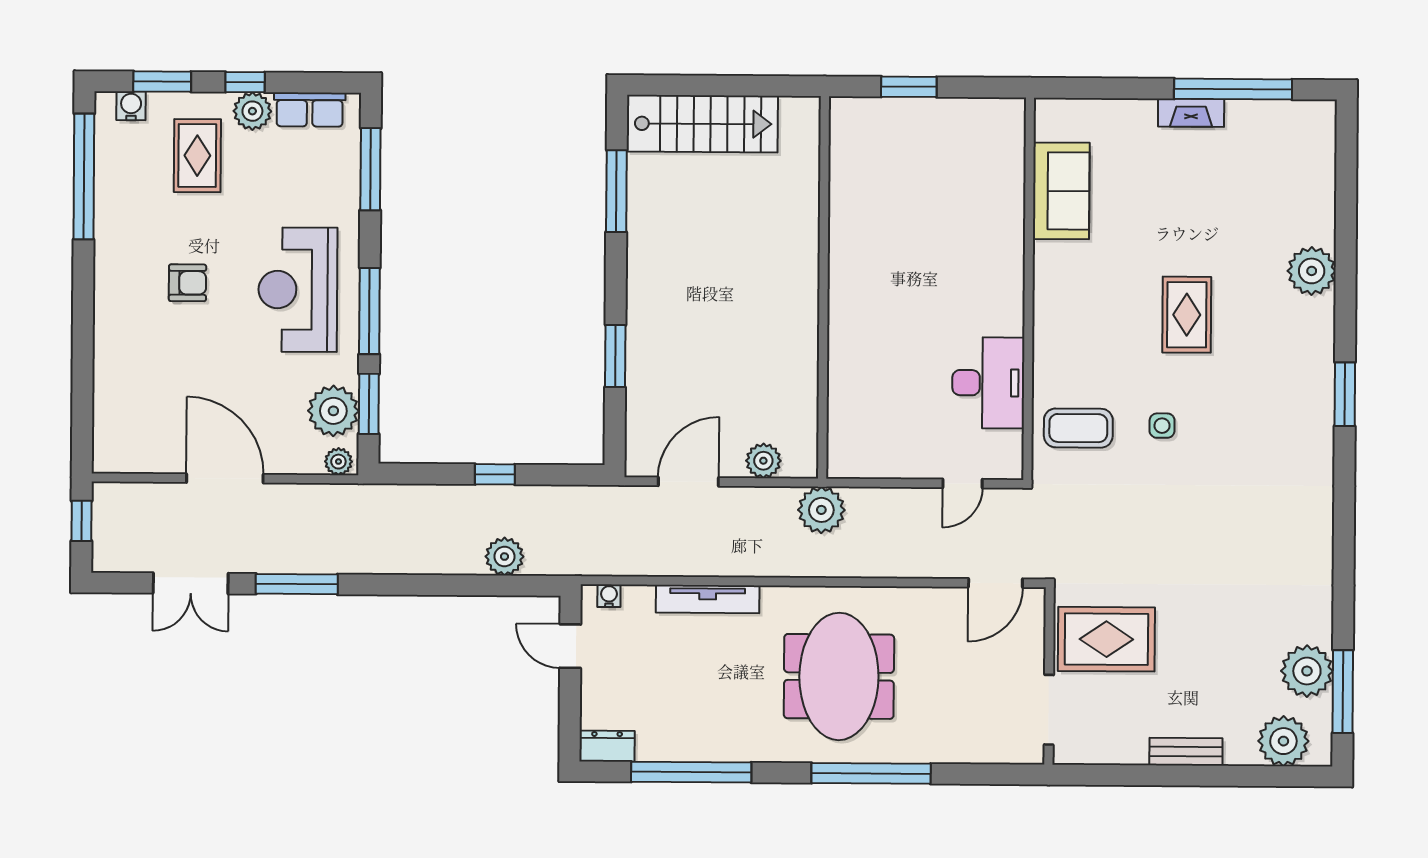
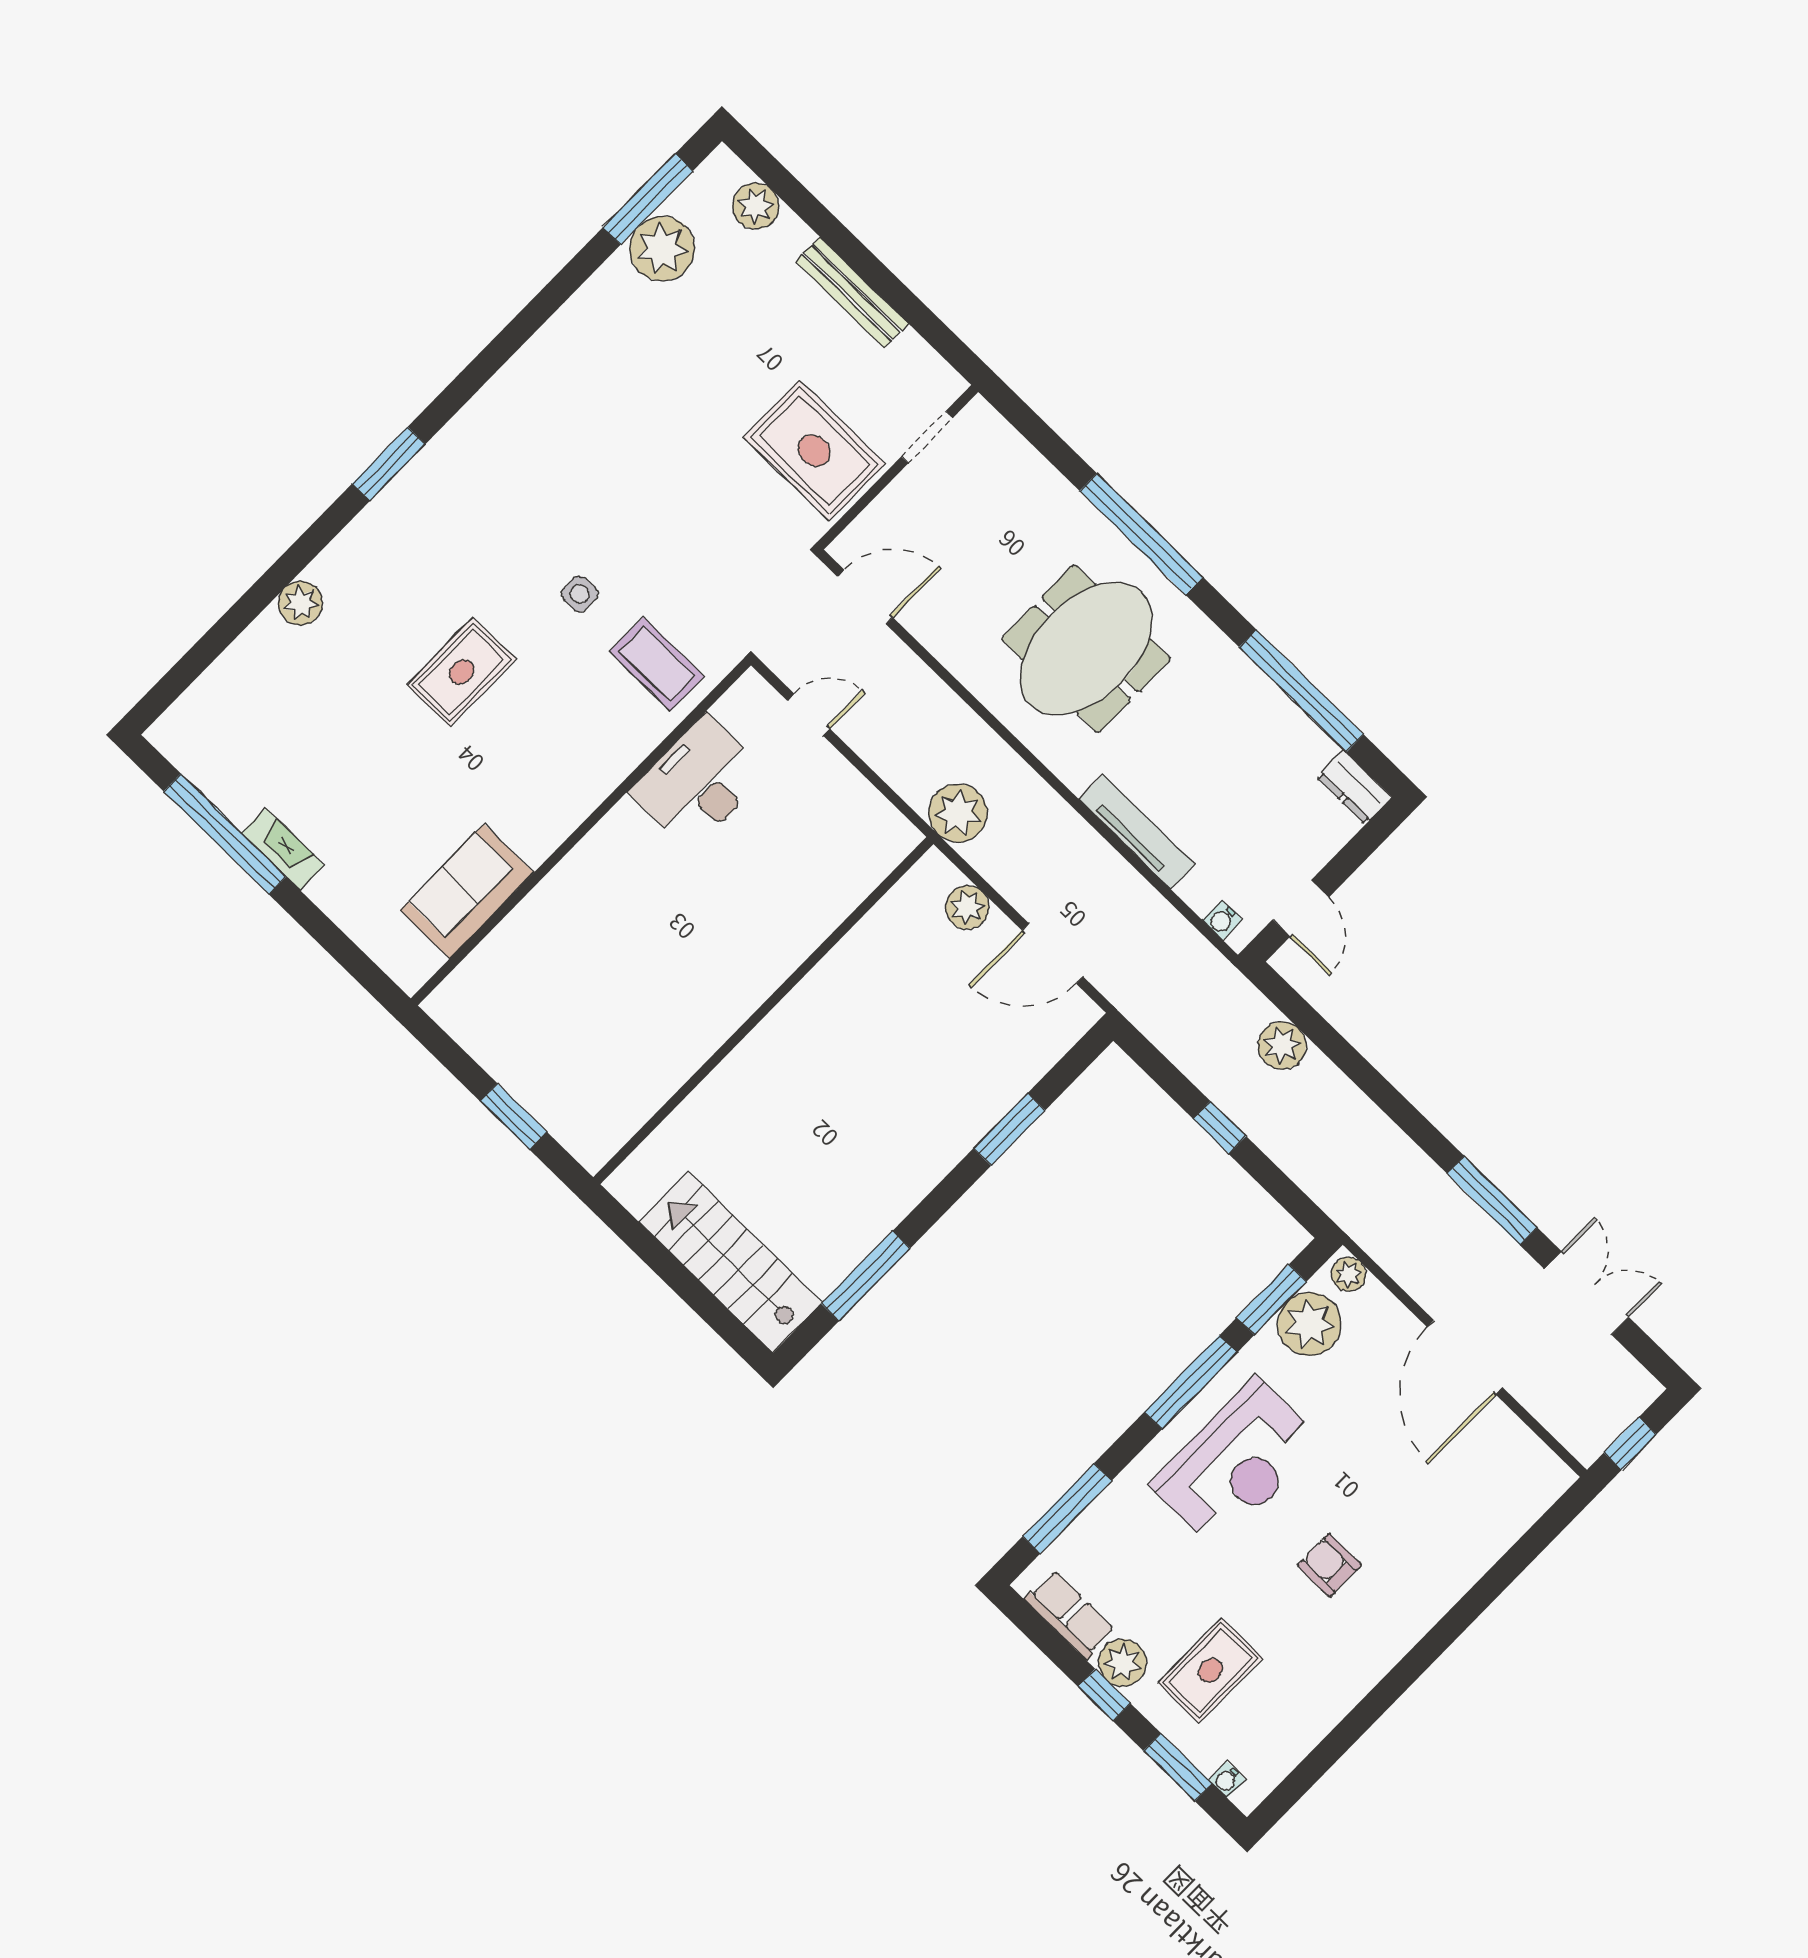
water cooler: (131, 106) -> (1227, 1780), width x0.72, depth x0.72
window: (84, 177) -> (1330, 1750), removed
plant: (1312, 271) -> (300, 603), width x0.73, depth x0.73
doorway: (1049, 710) -> (927, 437), width x0.73
plant: (1283, 741) -> (756, 206), width x0.73, depth x0.73
bench: (1186, 752) -> (852, 292), width x1.36

